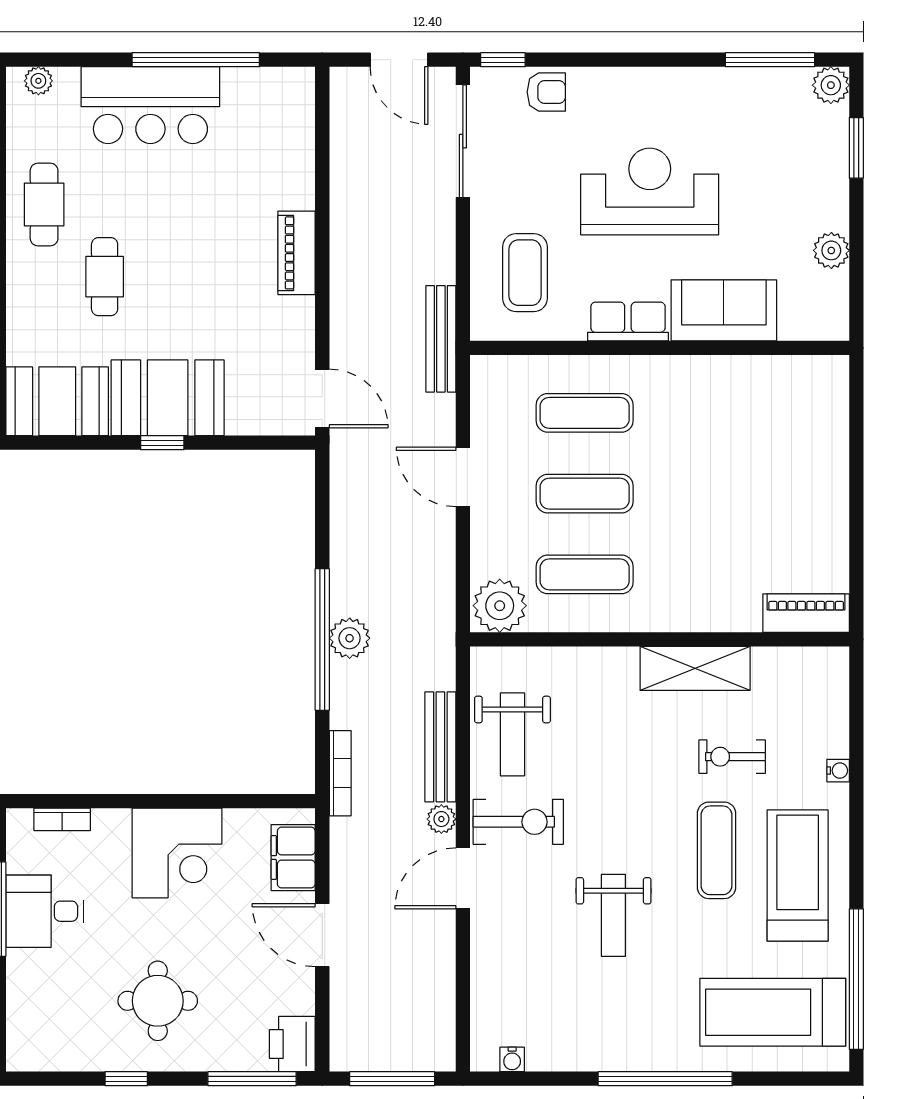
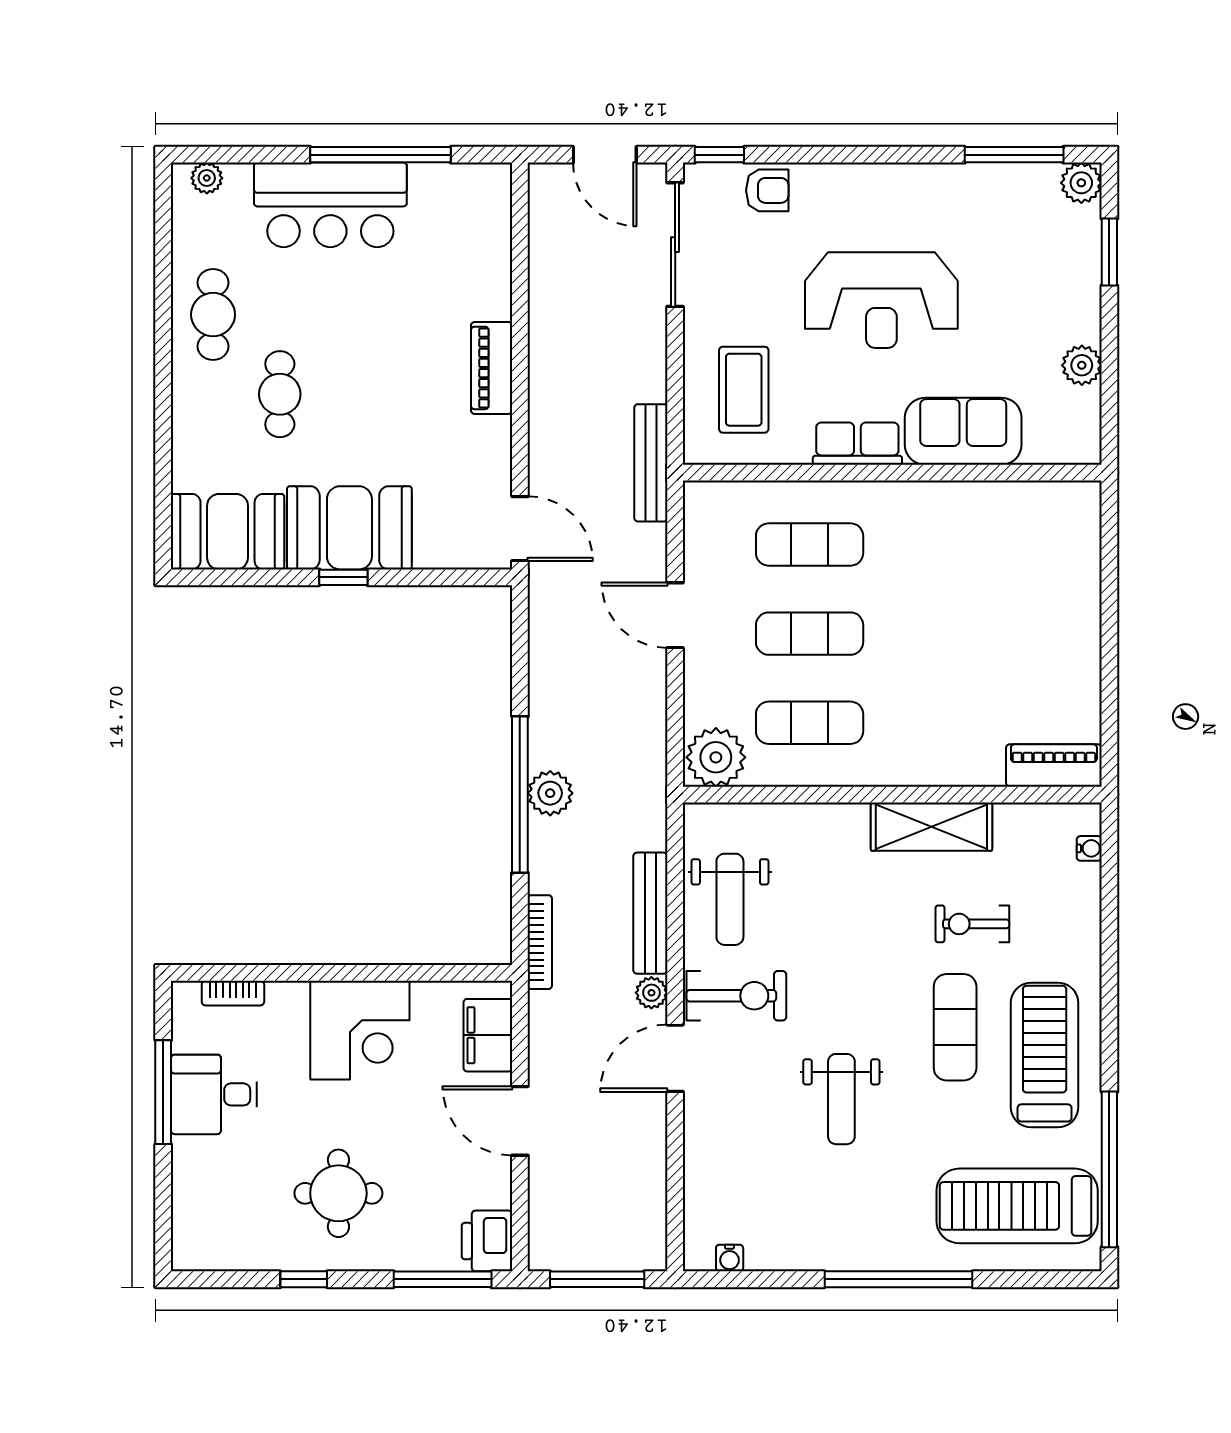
reception desk: (650, 191) -> (881, 300), turned 180
water cooler: (838, 771) -> (1089, 848), moved

